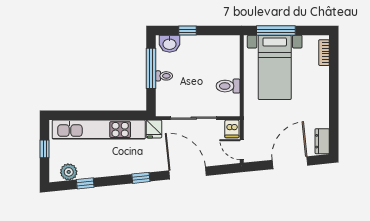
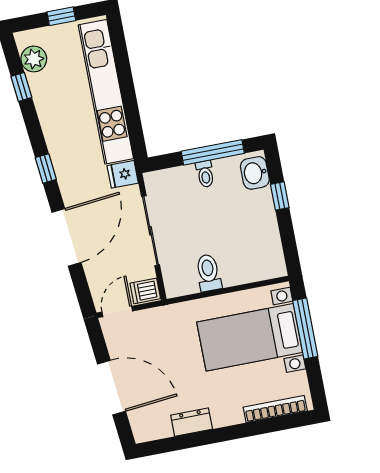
bookcase: (324, 53) -> (275, 409), width x1.56
dresser: (322, 141) -> (192, 422), moved

